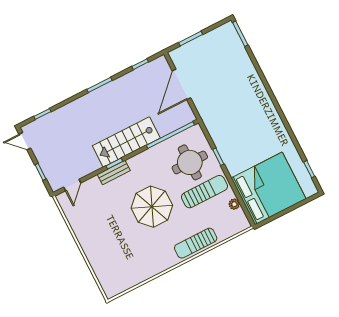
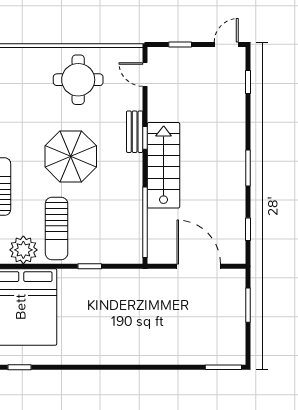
round table: (190, 162) -> (78, 80), moved
plant: (234, 204) -> (23, 250), width x1.87, depth x1.87

